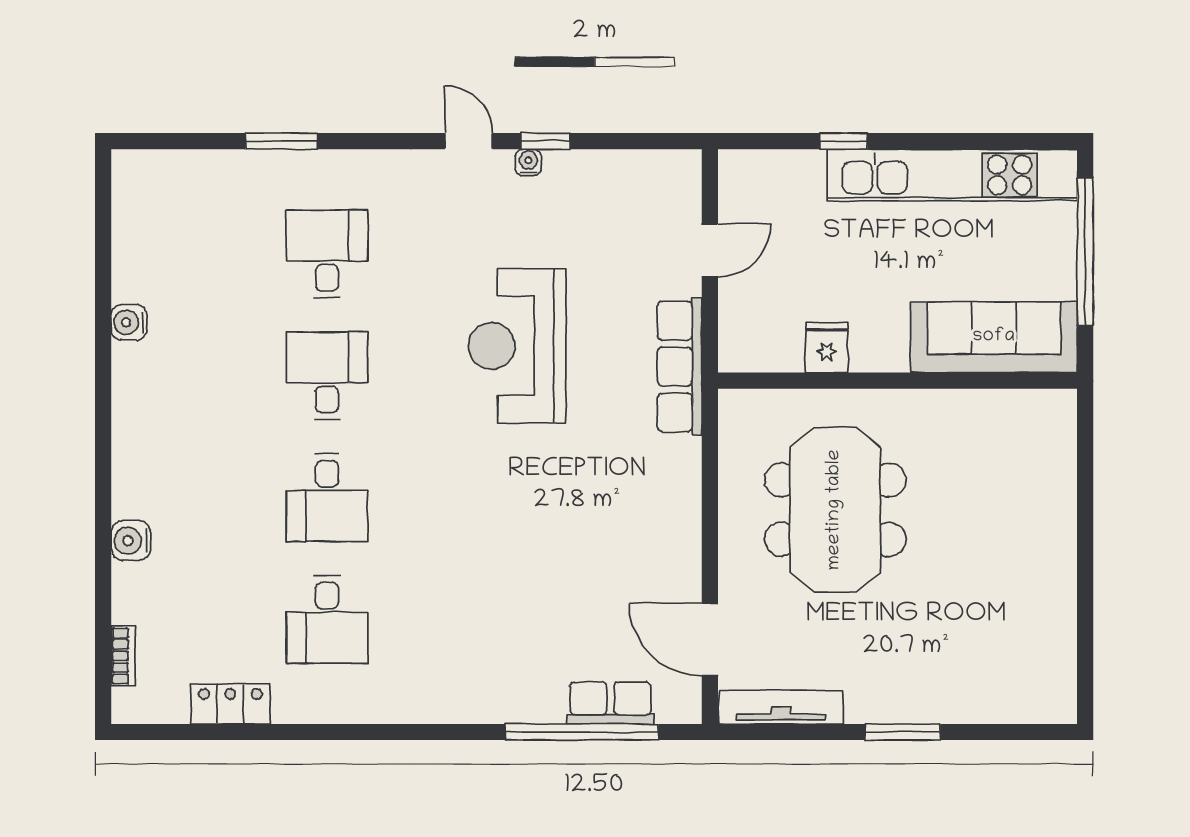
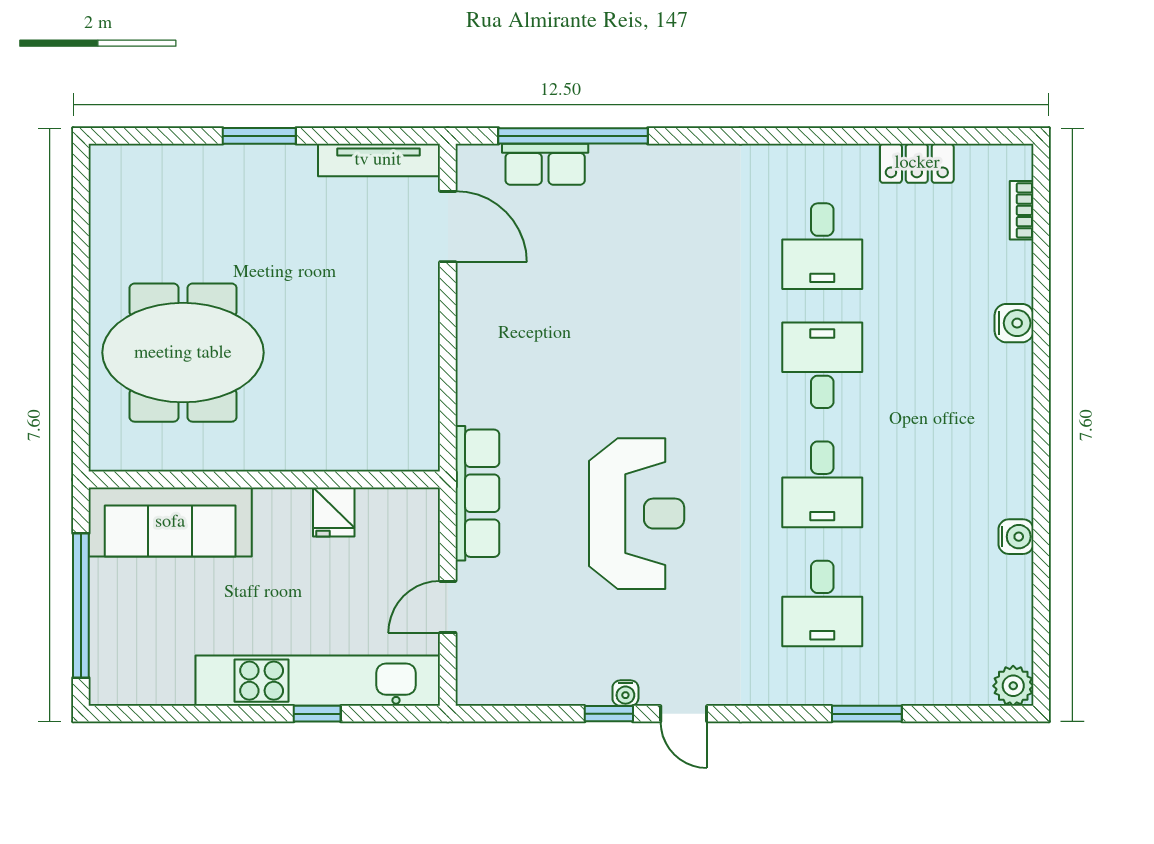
plant: (132, 170) -> (1013, 686), added
kitchen unit: (952, 175) -> (318, 681), moved
meeting table: (835, 510) -> (183, 353), moved, turned 90
desk: (327, 619) -> (822, 246), turned 180

